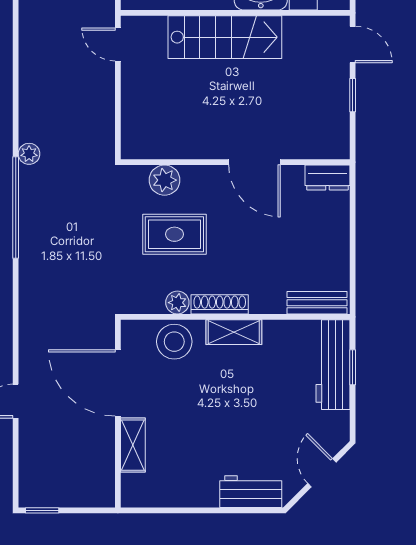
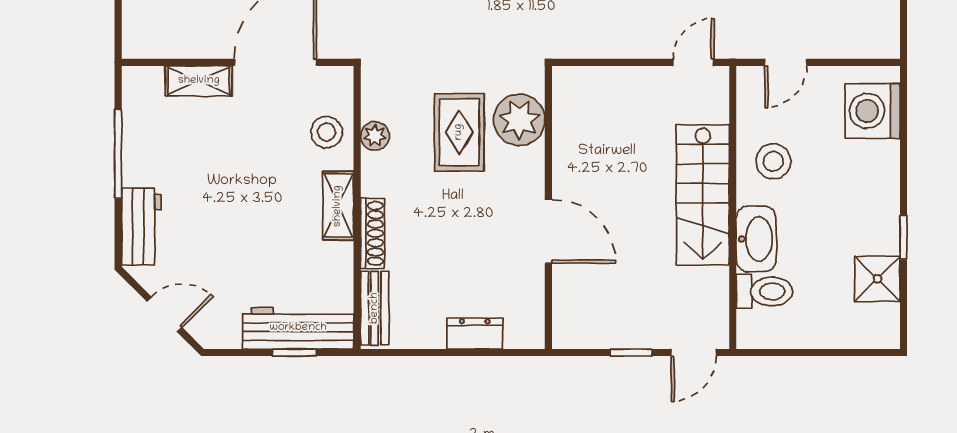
door: (255, 162) -> (548, 231), swing flipped
dresser: (328, 178) -> (475, 334), moved, turned 90
plant: (164, 180) -> (519, 120), width x1.36, depth x1.36
shoe rack: (220, 304) -> (373, 233), moved
stool: (174, 342) -> (327, 132), width x0.73, depth x0.73
window: (192, 510) -> (118, 154), added

